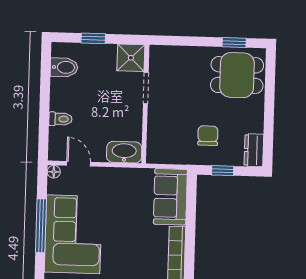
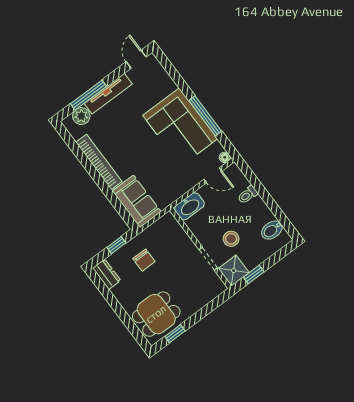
window: (93, 38) -> (254, 274), moved
stool: (109, 90) -> (231, 239), added

